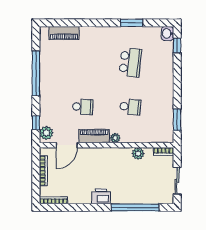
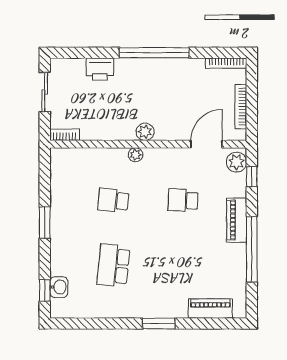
window: (132, 23) -> (159, 323), moved
washbasin: (167, 34) -> (59, 287), moved
window: (177, 120) -> (45, 223), moved
piano: (94, 136) -> (237, 220), moved, turned 90
plant: (138, 154) -> (145, 132), moved
printer: (101, 196) -> (100, 69), moved
window: (135, 207) -> (154, 53), moved

